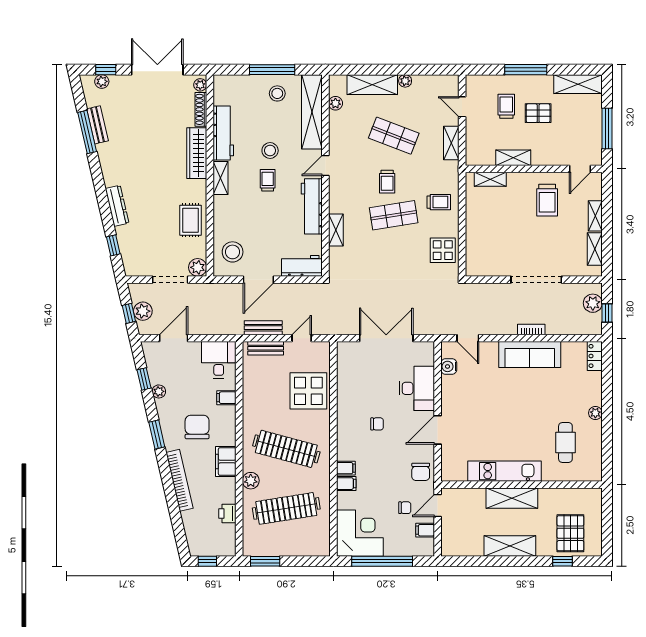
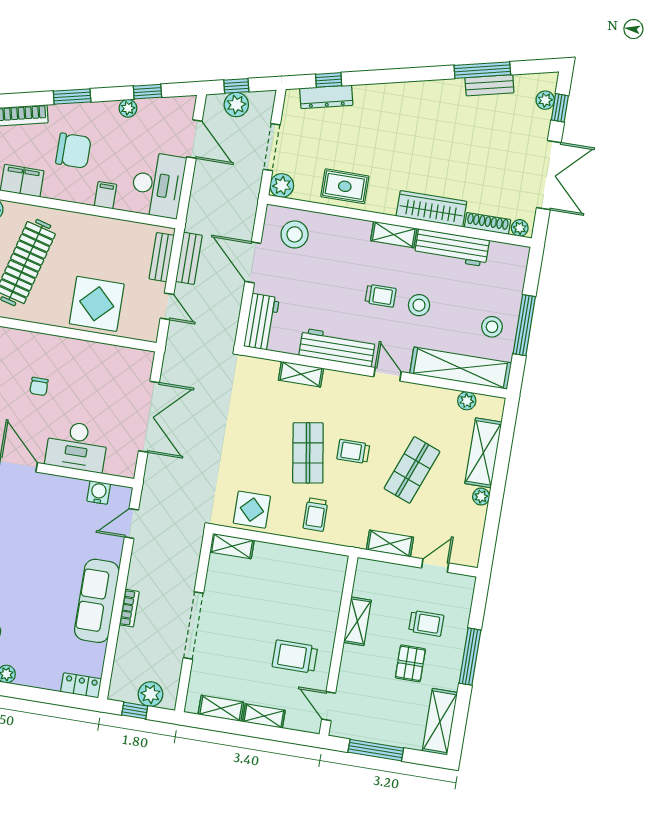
shelving: (490, 179) -> (232, 546), moved, turned 90
dresser: (117, 206) -> (326, 97), moved
desk: (219, 360) -> (158, 185), width x1.37

